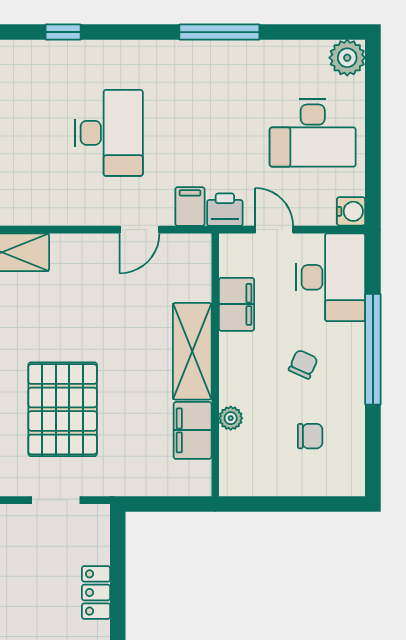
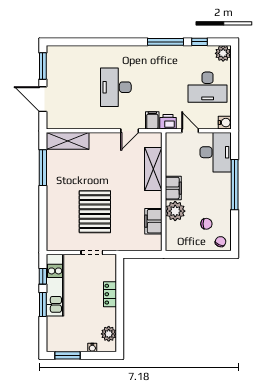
window: (63, 32) -> (200, 42), moved
desk: (109, 133) -> (116, 87), turned 180
filing cabinet: (237, 304) -> (173, 188), moved
shelving: (192, 351) -> (153, 169), moved
chair: (303, 364) -> (220, 242), moved
plant: (231, 418) -> (175, 211), width x1.88, depth x1.88

